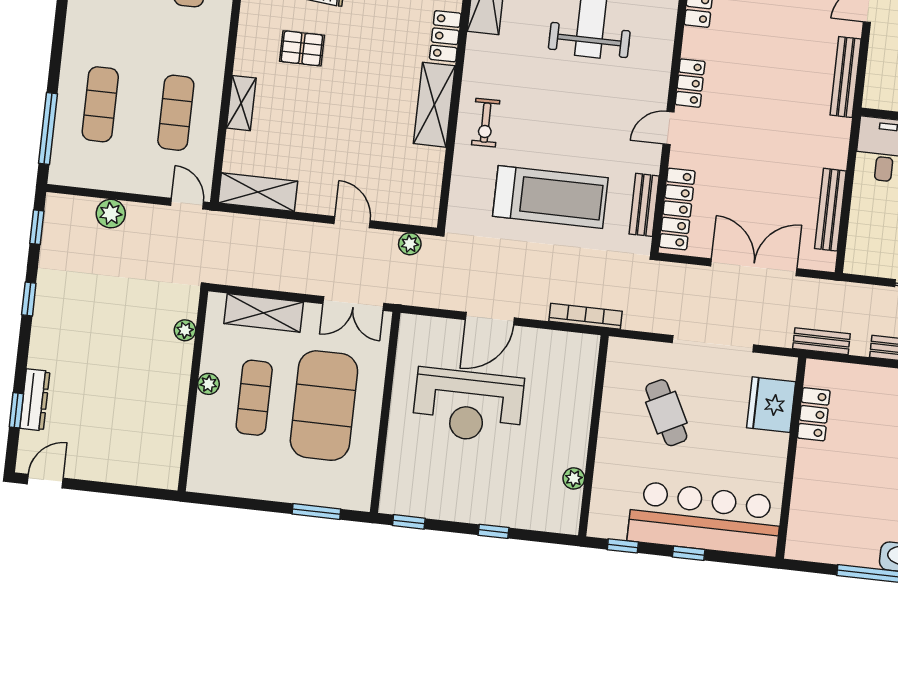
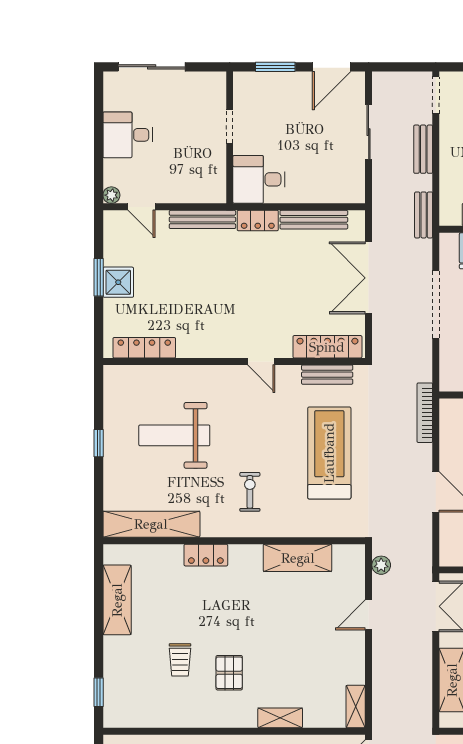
locker: (690, 83) -> (258, 221), moved, turned 180
shelving: (434, 105) -> (298, 558), moved
exercise bike: (486, 123) -> (250, 492), moved, turned -89
shelving: (258, 192) -> (356, 707), width x0.67, depth x0.75

